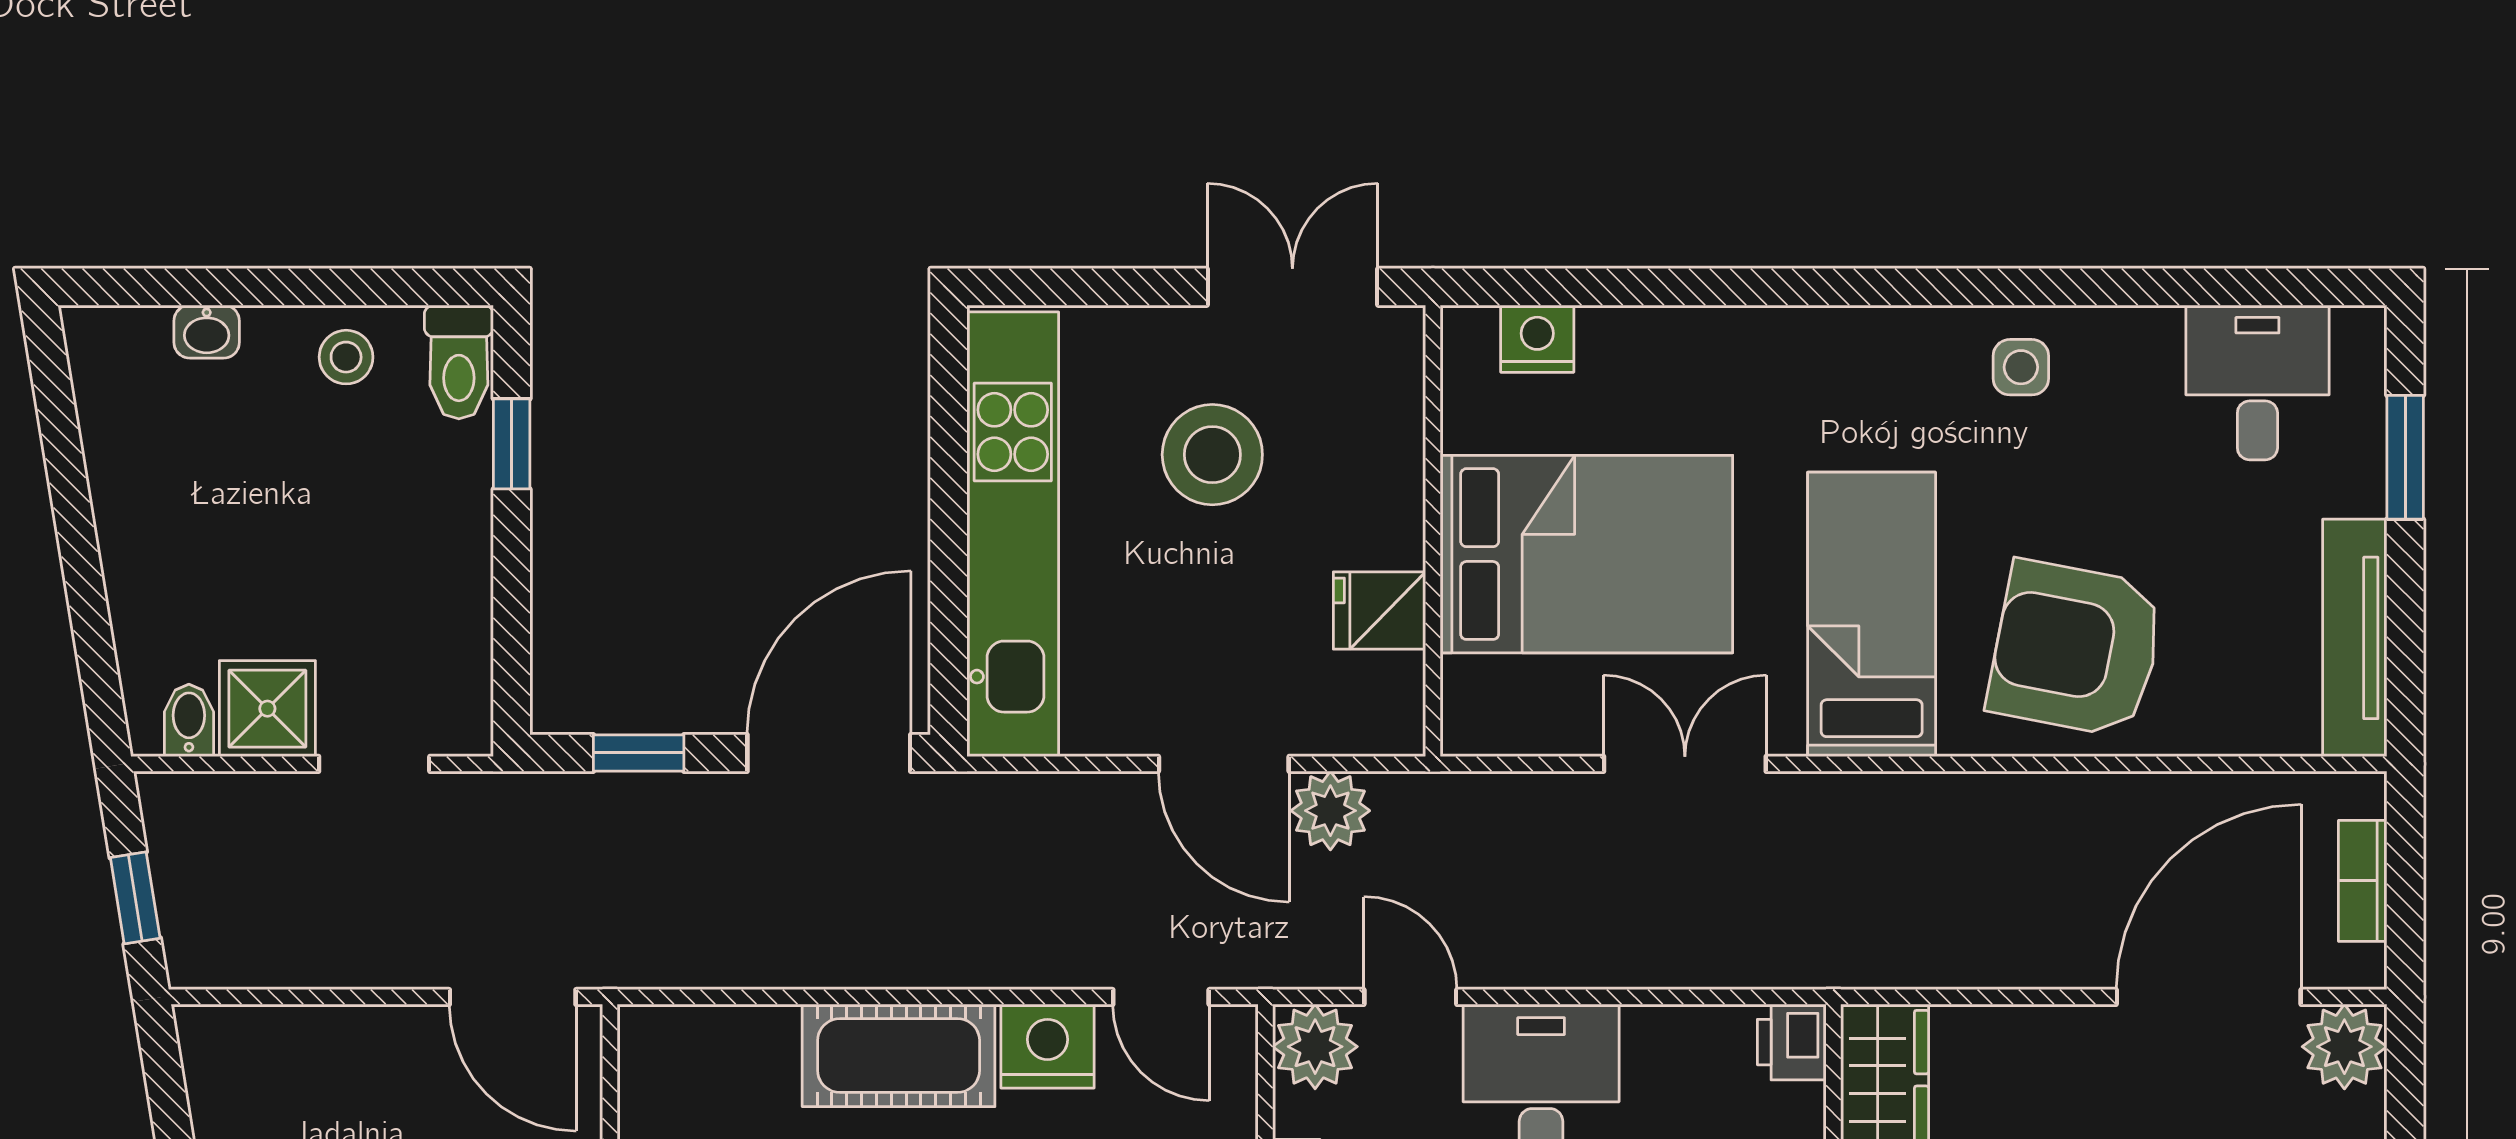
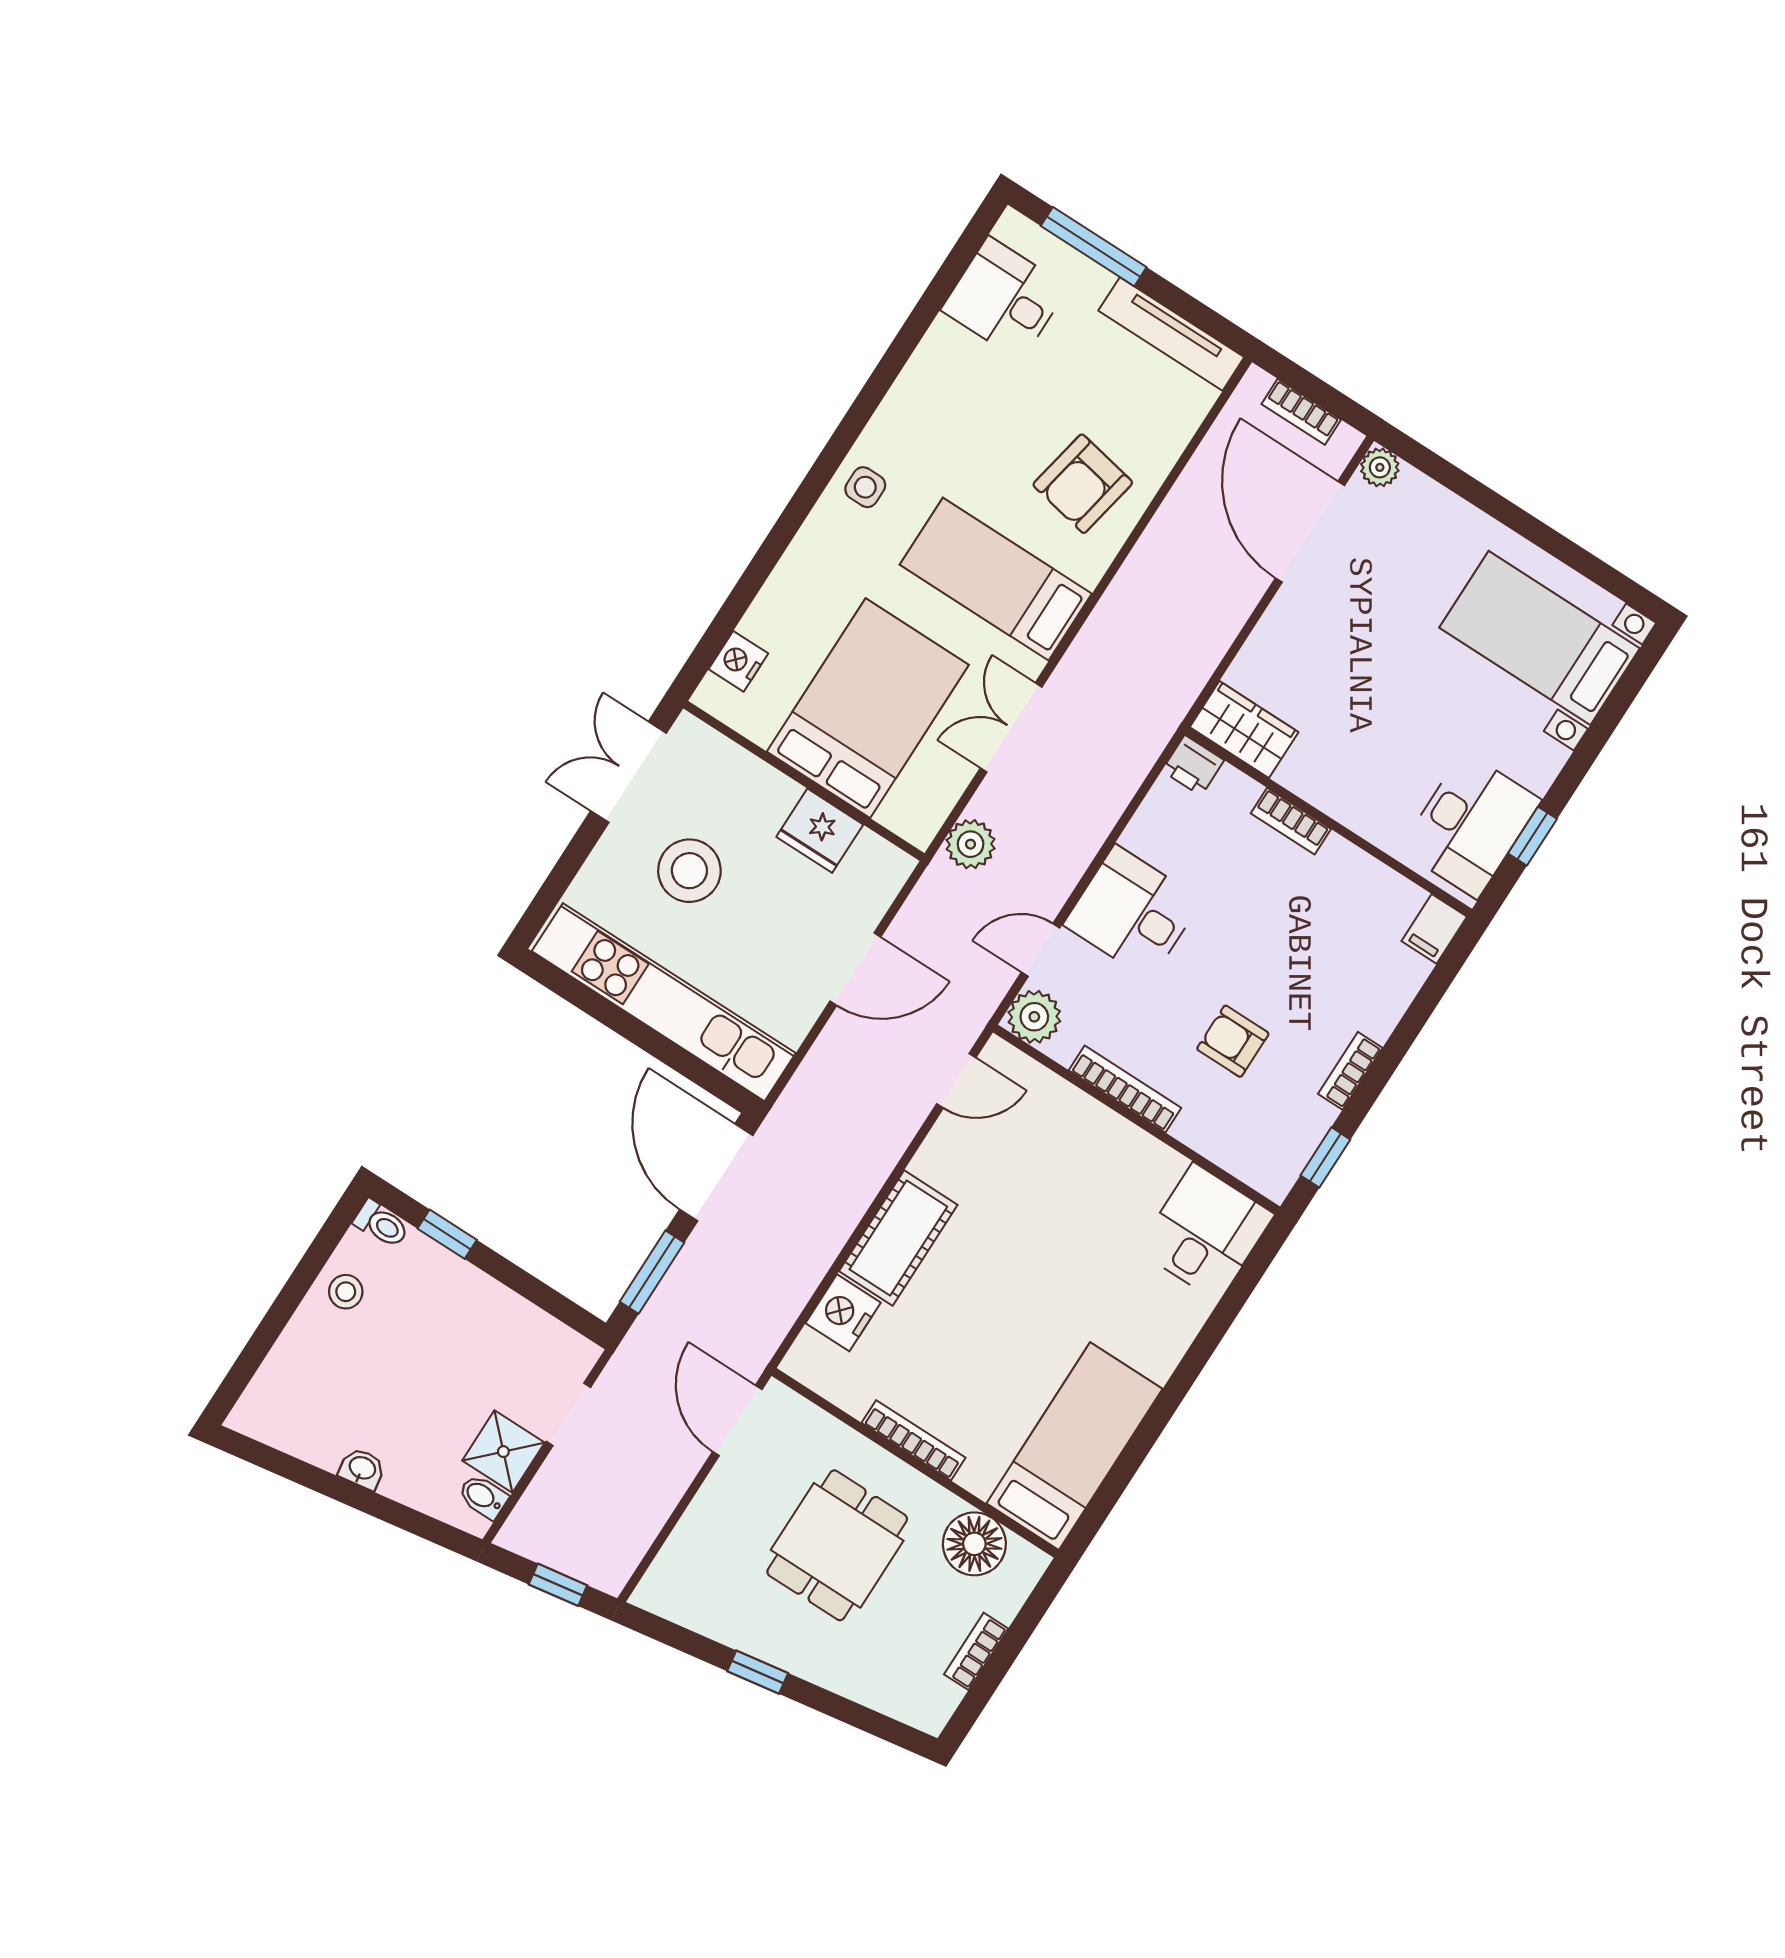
washbasin: (207, 332) -> (362, 1469), moved, turned -99
toilet: (459, 362) -> (381, 1224), width x0.73, depth x0.72
side table: (2021, 367) -> (865, 487), moved
window: (2405, 457) -> (1094, 247), width x1.44
fridge: (1379, 611) -> (820, 831), width x1.38
armchair: (2076, 649) -> (1083, 484), width x0.73, depth x0.73
window: (639, 753) -> (652, 1272), width x1.50
plant: (1330, 811) -> (971, 844), moved
door: (513, 997) -> (737, 1420), swing flipped
nightstand: (1047, 1046) -> (843, 1313), moved
plant: (2344, 1047) -> (1380, 467), width x0.73, depth x0.73

